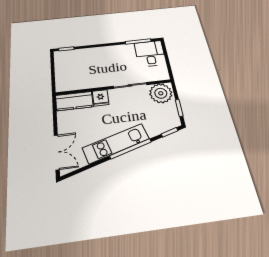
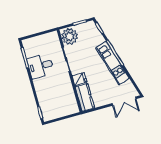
desk: (150, 54) -> (40, 66), moved
double door: (57, 152) -> (124, 101), swing flipped

